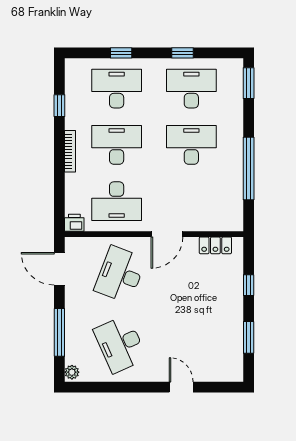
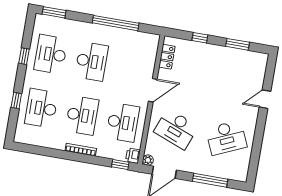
window: (59, 106) -> (120, 165), moved
desk: (117, 145) -> (82, 115), turned 180
desk: (191, 145) -> (91, 61), turned 180
door: (167, 234) -> (153, 90), hinge flipped
plant: (72, 372) -> (148, 160), moved

